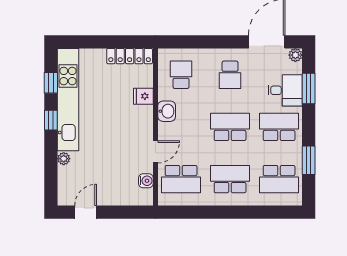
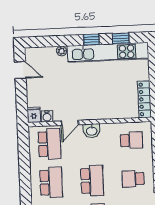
fridge: (143, 96) -> (34, 115), moved
washbasin: (167, 111) -> (92, 131), moved
door: (155, 152) -> (70, 123), hinge flipped
school desk: (181, 179) -> (49, 144), turned 180

